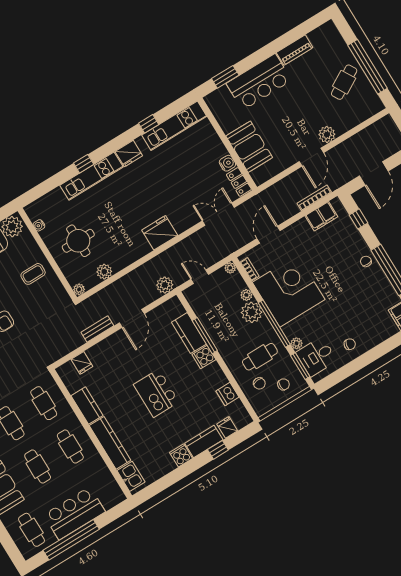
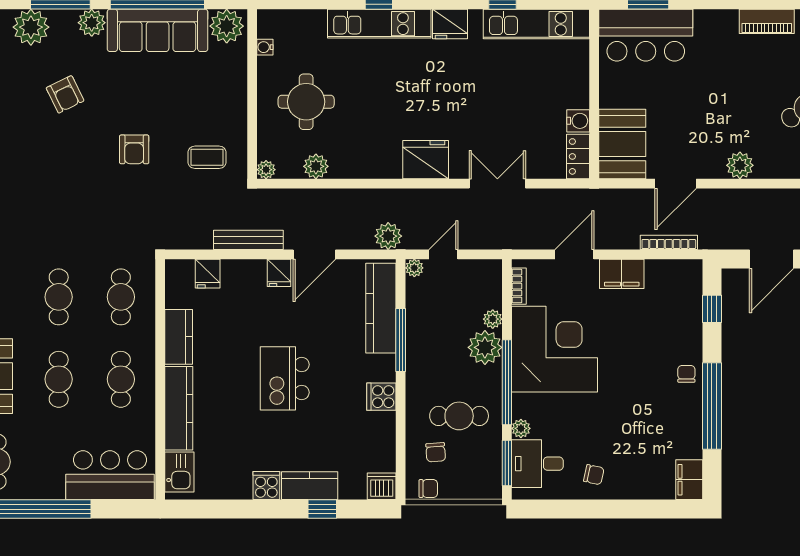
bar counter: (259, 82) -> (646, 35), moved
booth: (249, 147) -> (622, 144), moved
door: (311, 157) -> (676, 184), moved
double door: (218, 214) -> (497, 184), moved
filing cabinet: (321, 216) -> (622, 274), moved
plant: (230, 268) -> (414, 268), moved
coffee table: (33, 274) -> (207, 157), moved
door: (200, 277) -> (443, 254), hinge flipped
bench: (97, 329) -> (248, 240), width x1.36
kitchen counter: (189, 333) -> (381, 308), width x1.50
cooker: (204, 357) -> (381, 397), moved
chair: (284, 384) -> (428, 489), moved
dishwasher: (227, 394) -> (382, 486), moved, turned 90
fridge: (227, 427) -> (279, 273), moved, turned 180
bar counter: (74, 513) -> (110, 475), moved

